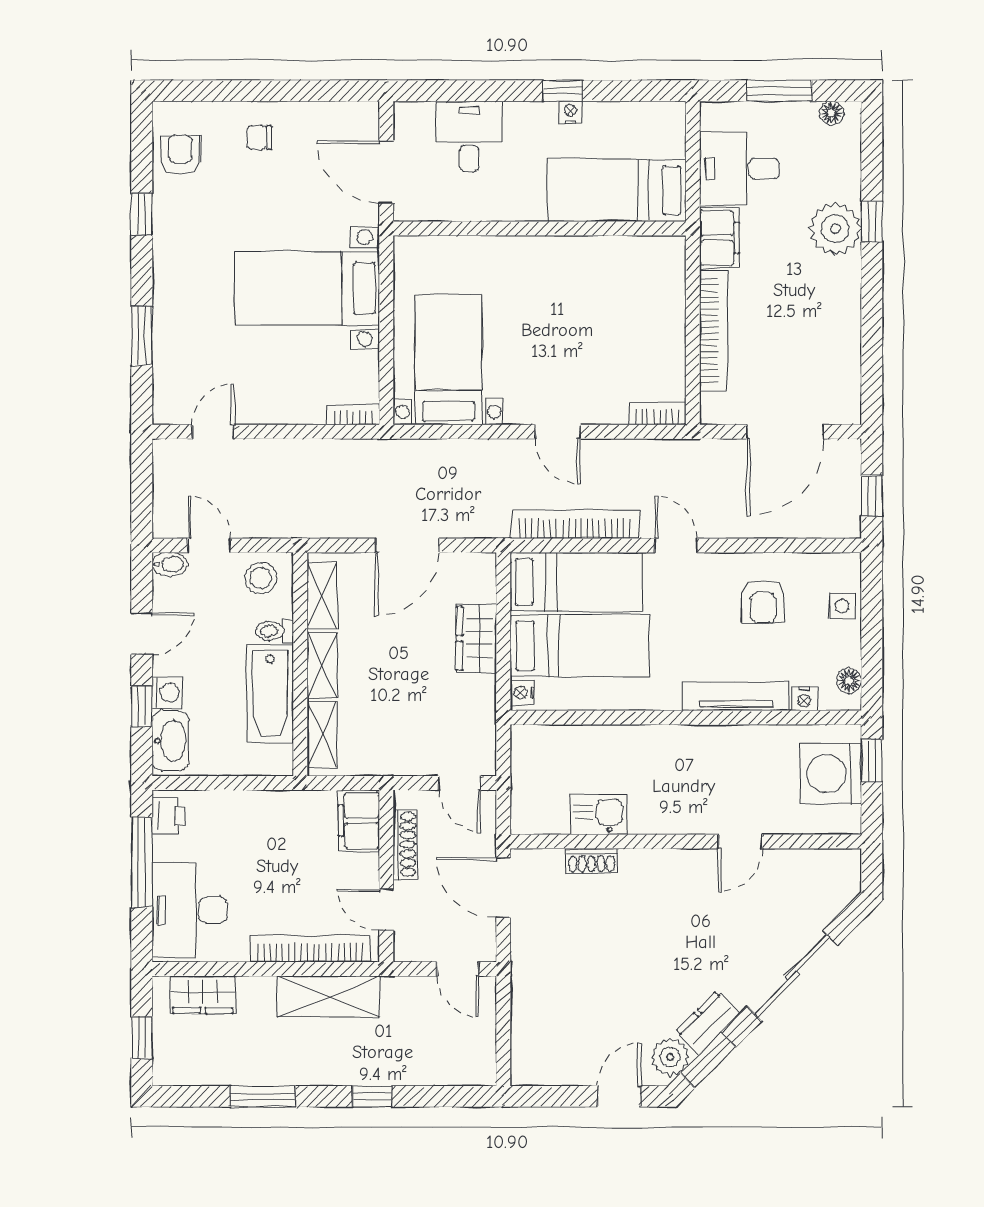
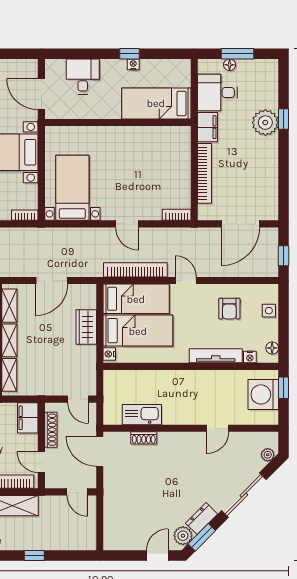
floor lamp: (832, 113) -> (230, 65), moved
kitchen sink: (598, 814) -> (142, 415), width x1.38
plant: (840, 895) -> (268, 455), added

